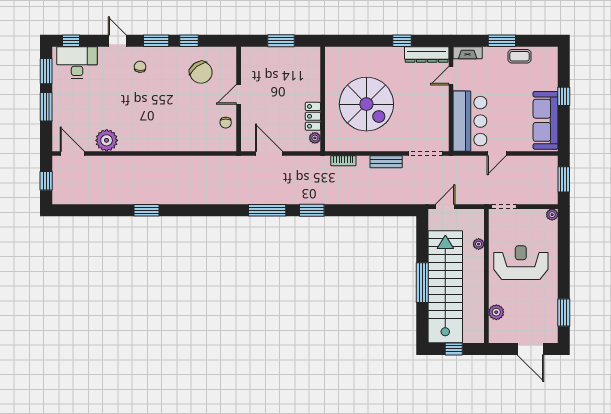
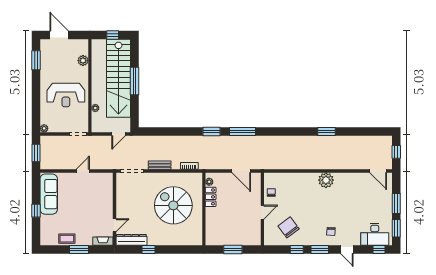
bar counter: (470, 121) -> (101, 194), removed
plant: (107, 140) -> (326, 180), moved

